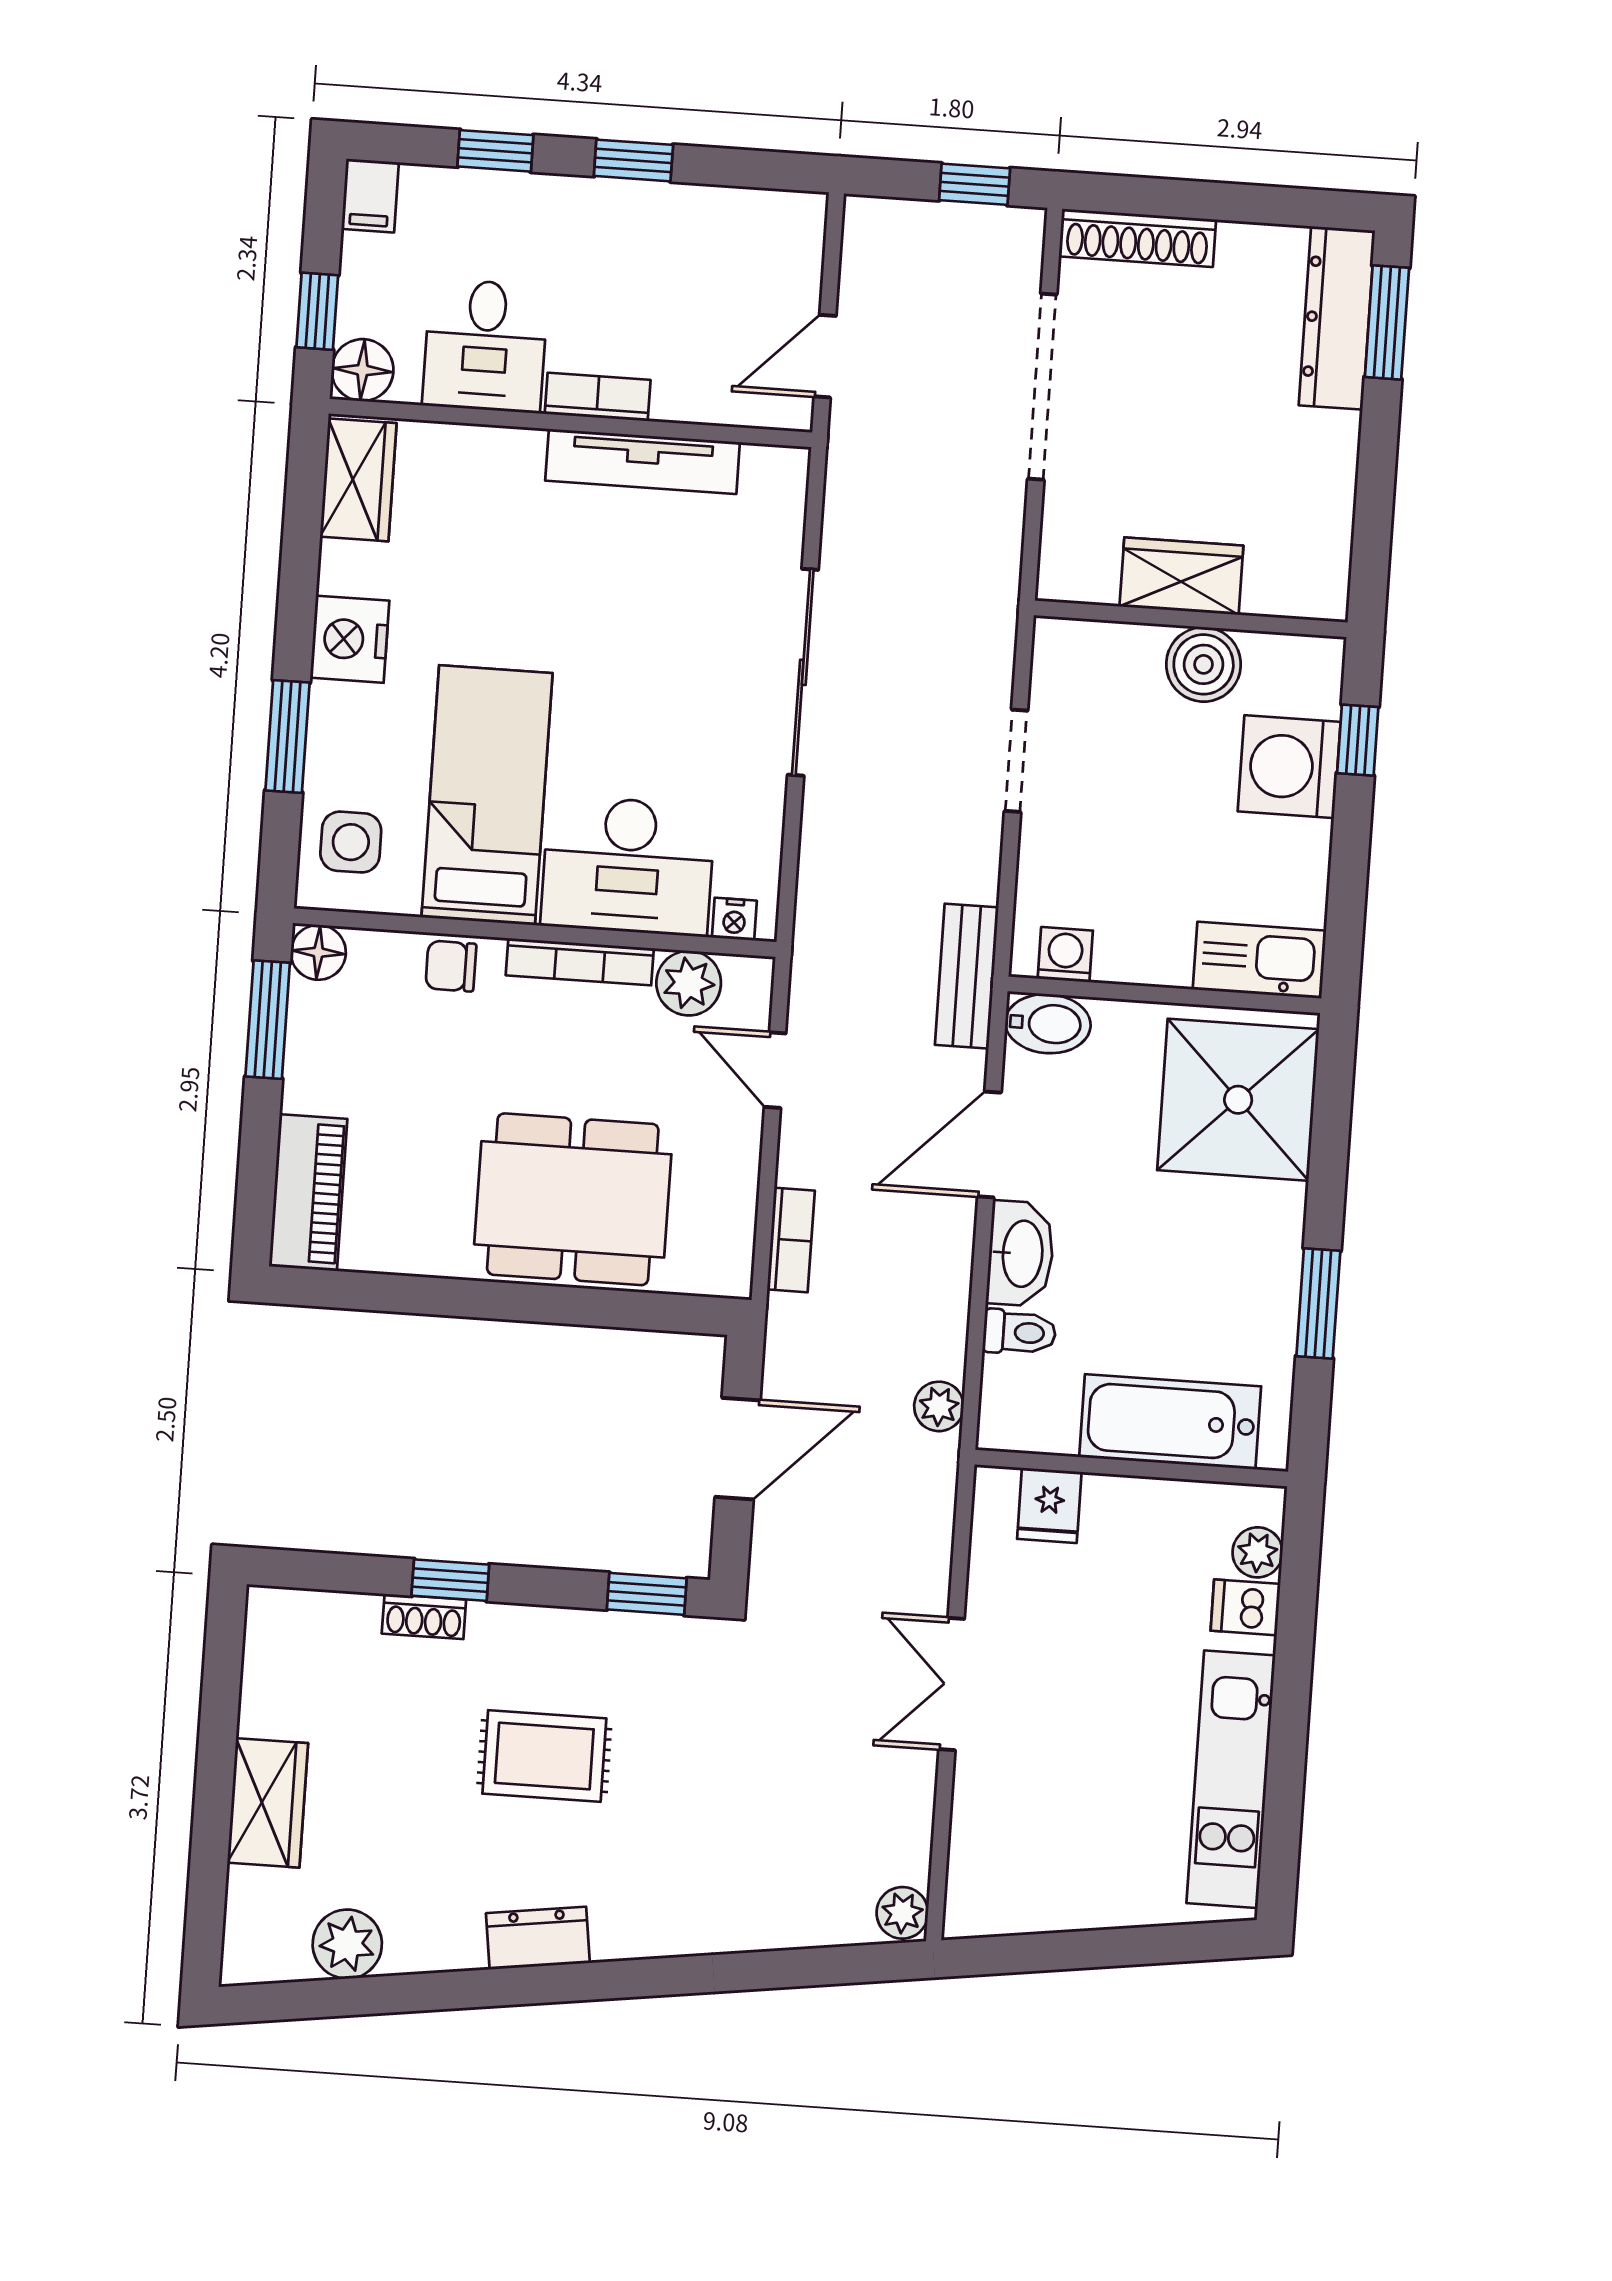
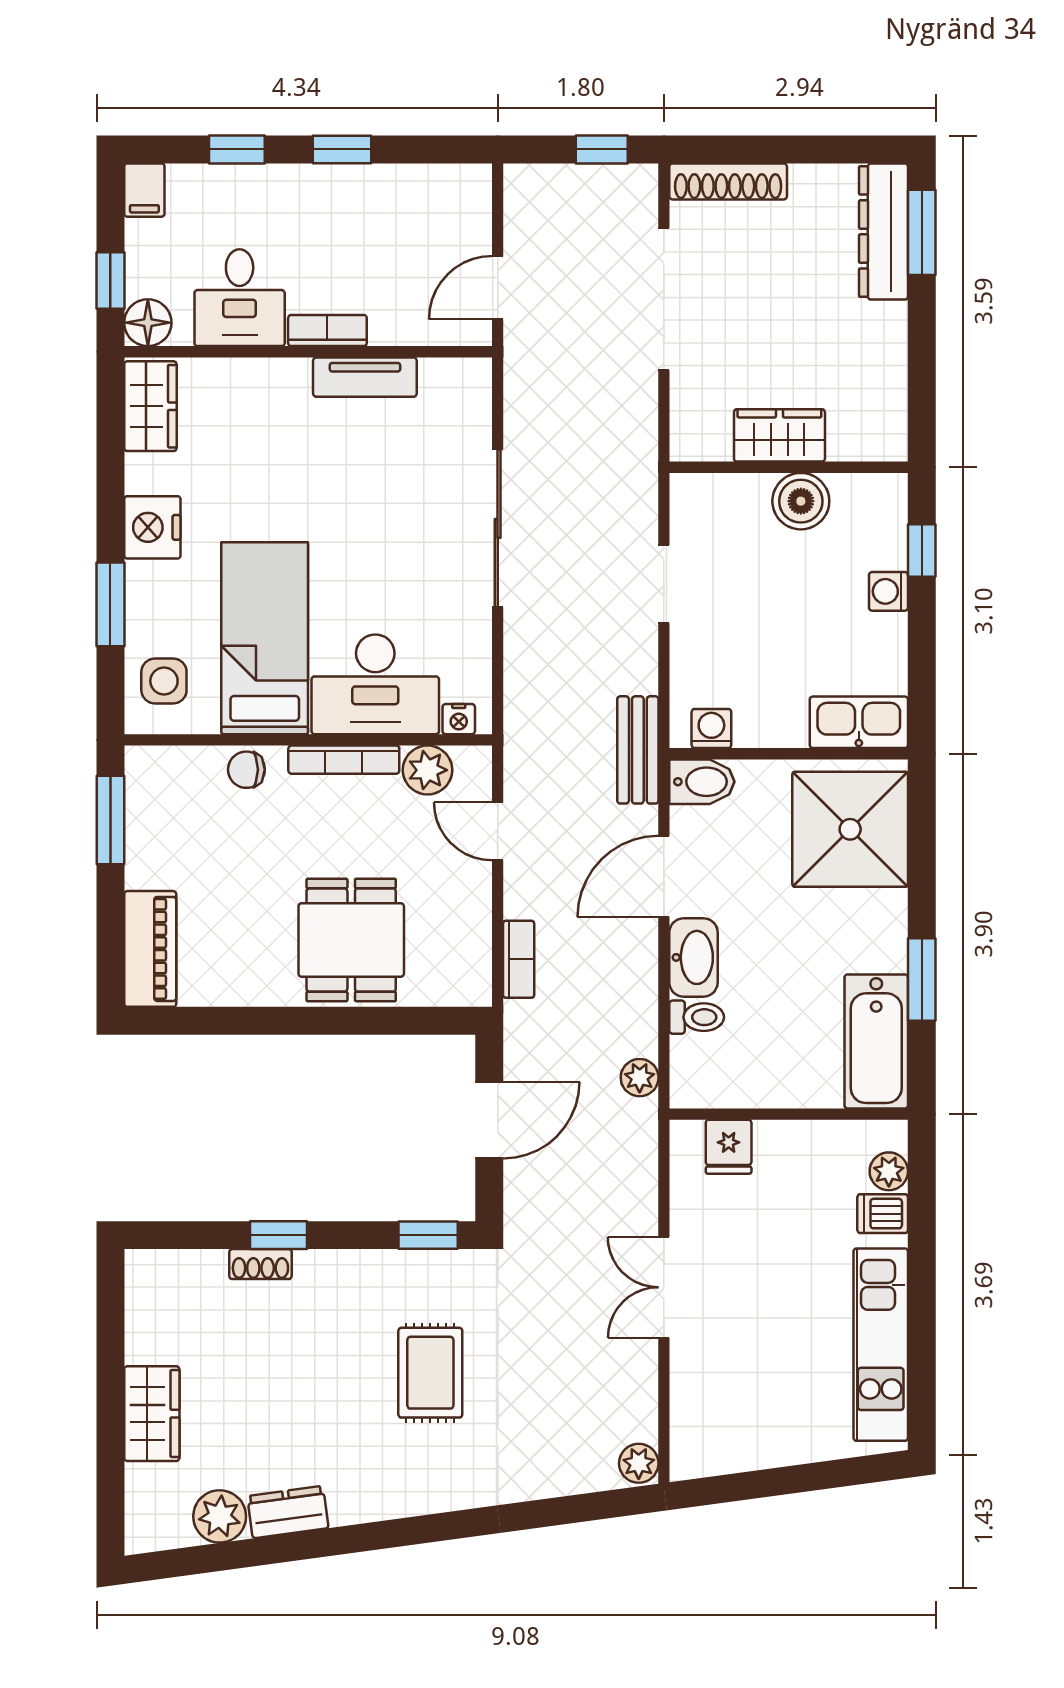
tv unit: (643, 461) -> (365, 377), width x0.71
washing machine: (1289, 767) -> (888, 591), width x0.53, depth x0.53
floor lamp: (318, 952) -> (145, 766), removed
dining table: (573, 1199) -> (351, 940), width x0.73
bathtub: (1170, 1422) -> (876, 1041), moved, turned -90
rug: (544, 1756) -> (430, 1373), moved, turned 90
dresser: (538, 1938) -> (288, 1512), moved

